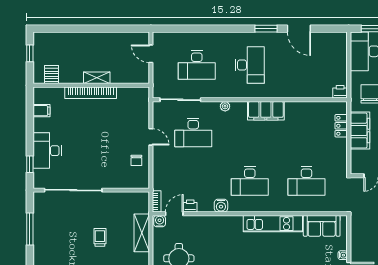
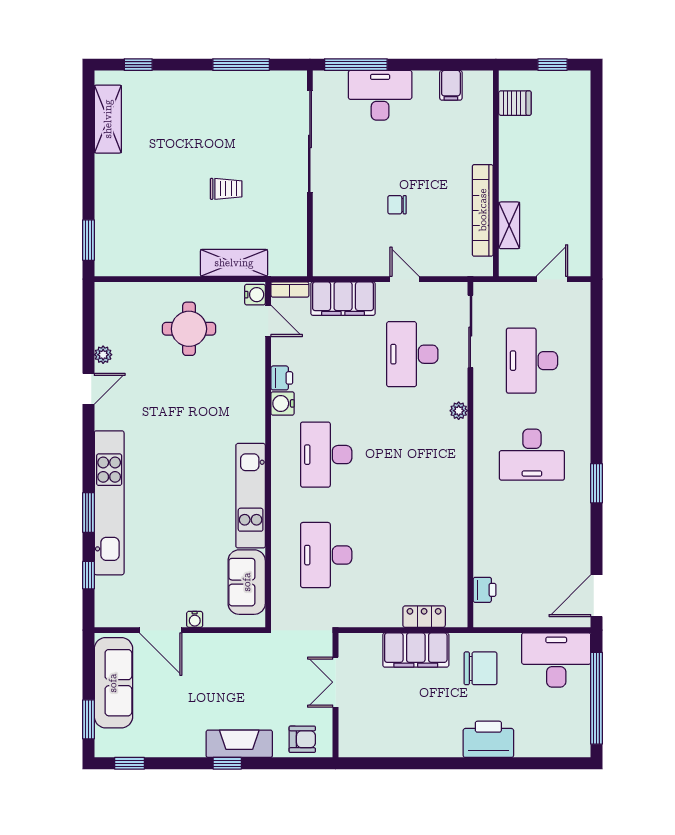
door: (299, 29) -> (597, 596), moved
shelving: (97, 78) -> (509, 225), moved
printer: (340, 92) -> (485, 590), moved
bookcase: (91, 93) -> (483, 210), moved
filing cabinet: (266, 111) -> (343, 299), moved, turned -90
door: (151, 137) -> (405, 279), swing flipped
chair: (136, 160) -> (397, 205), moved
window: (30, 164) -> (356, 65), width x2.17
printer: (190, 206) -> (282, 378), moved

